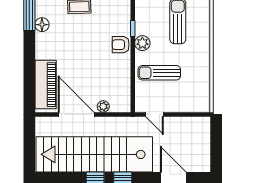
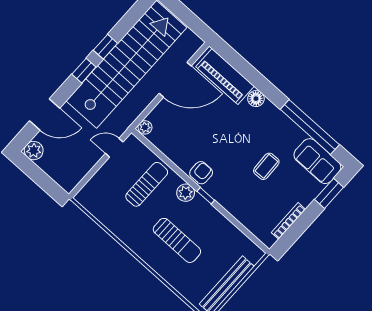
floor lamp: (42, 25) -> (256, 99), moved
plant: (103, 106) -> (145, 127), moved
plant: (202, 164) -> (34, 151), added

